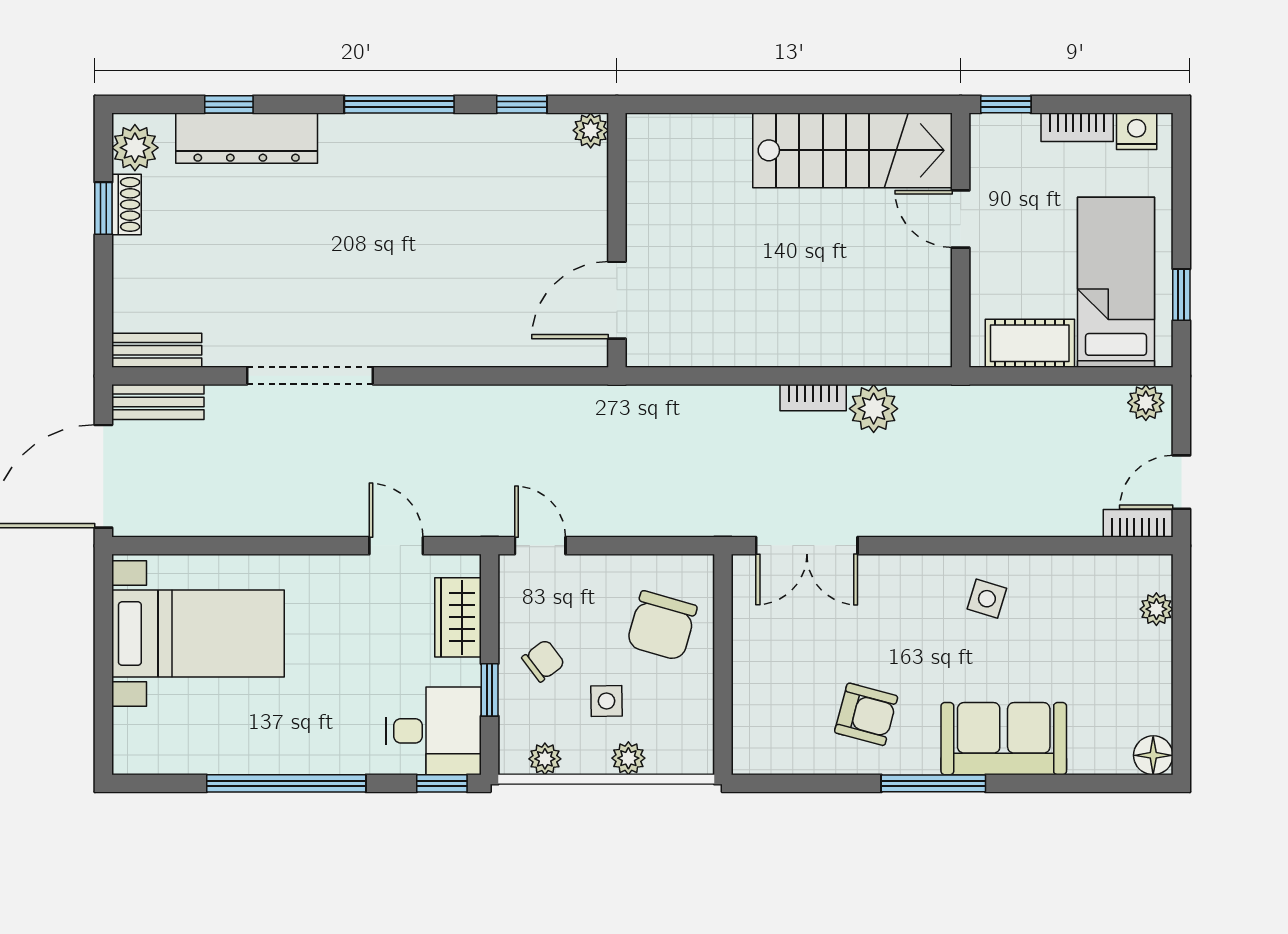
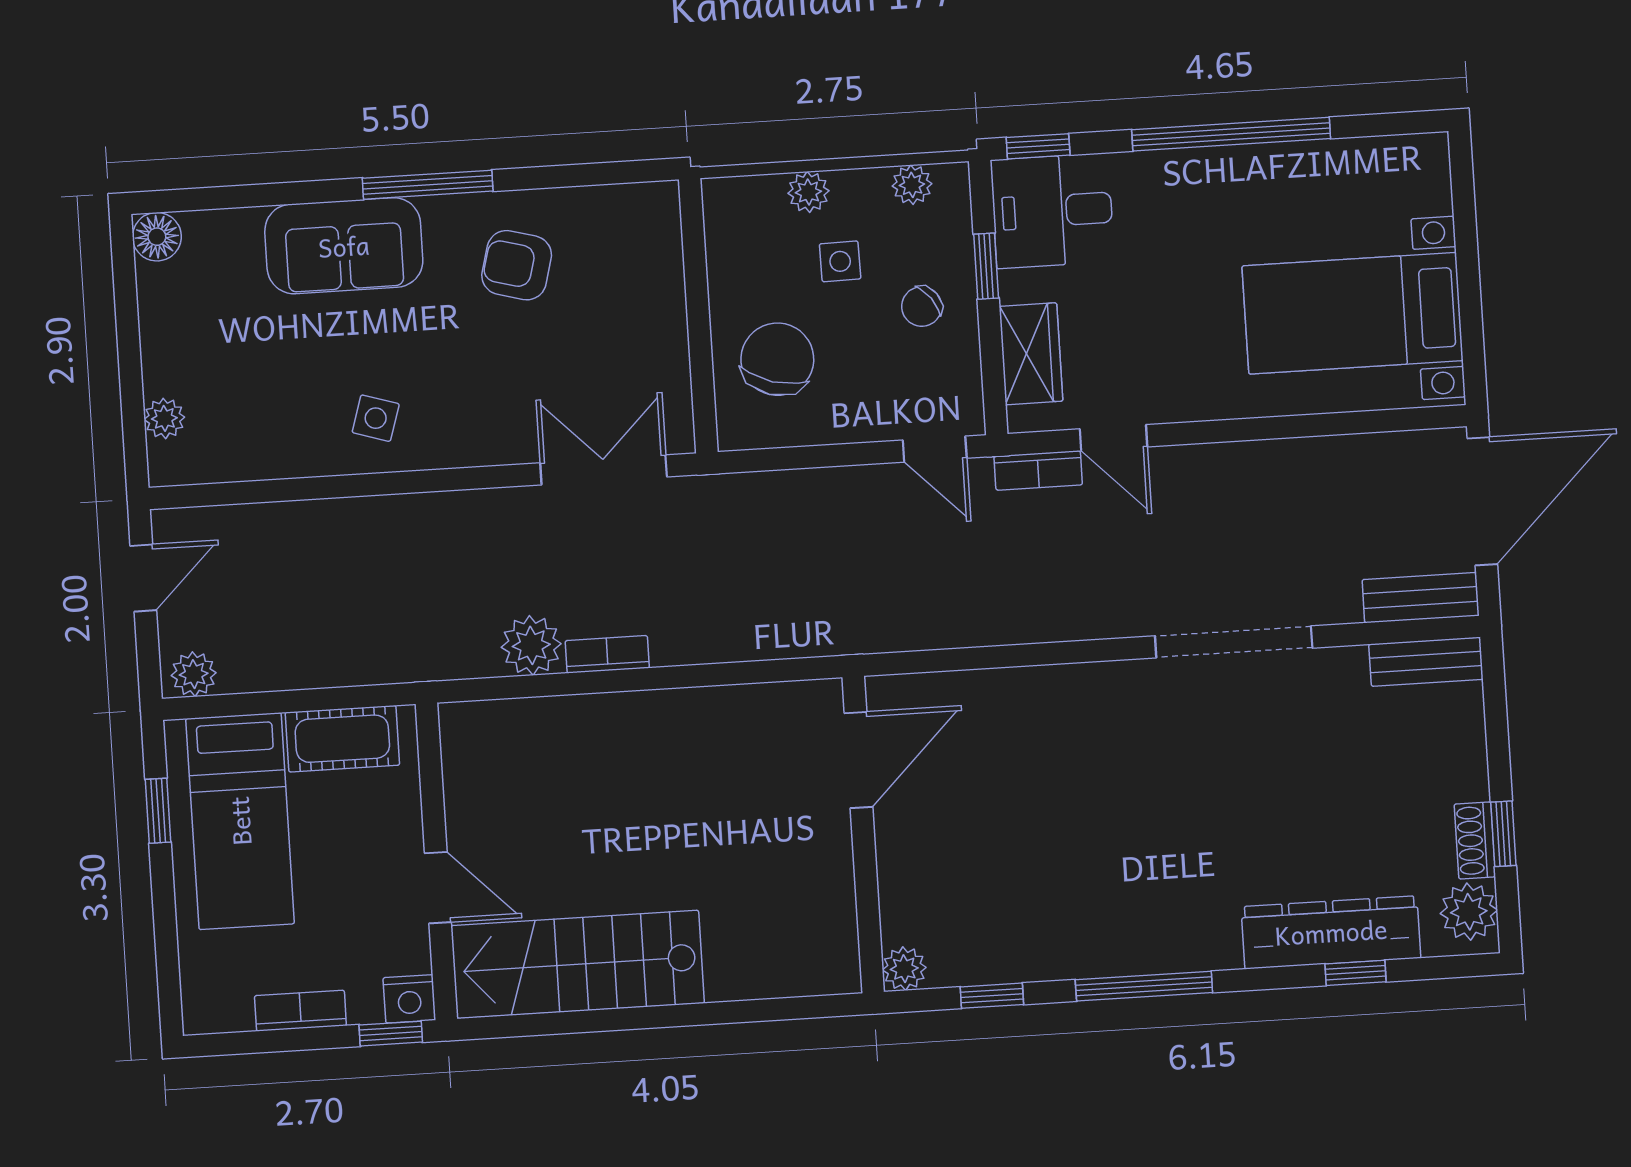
nightstand: (1137, 131) -> (409, 999), moved
bookcase: (1138, 523) -> (1038, 470), moved

